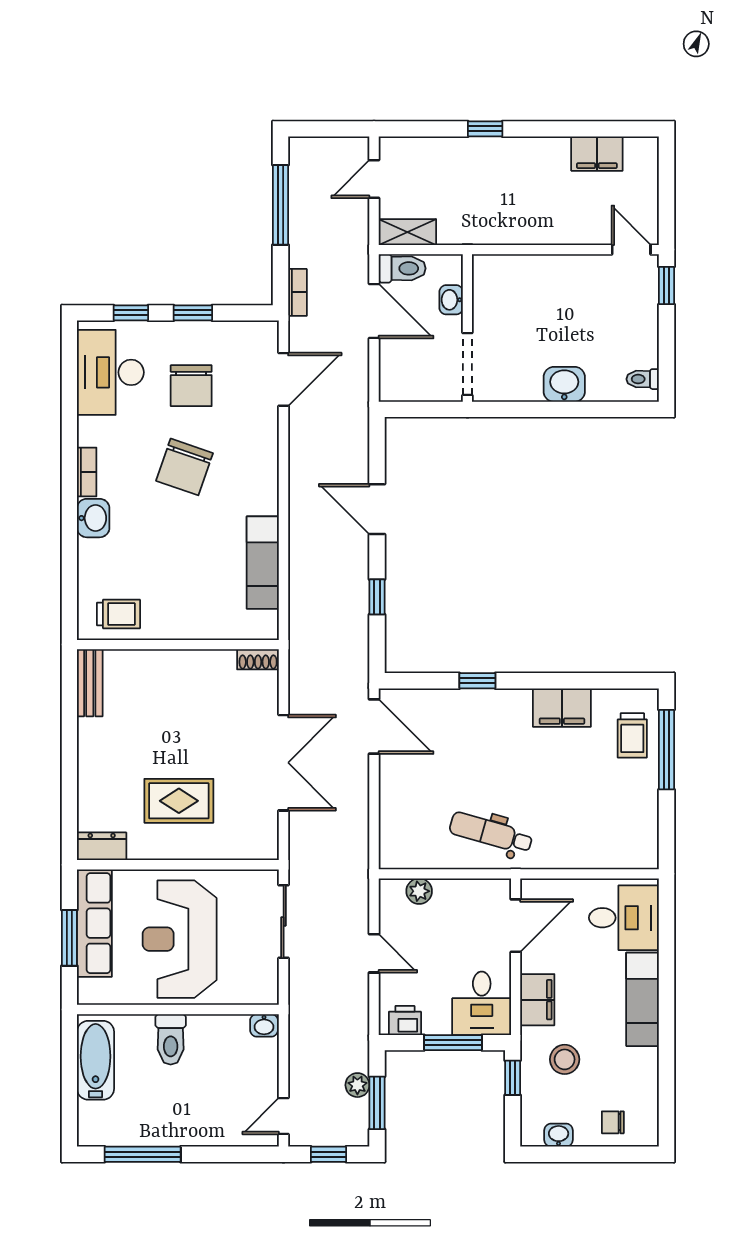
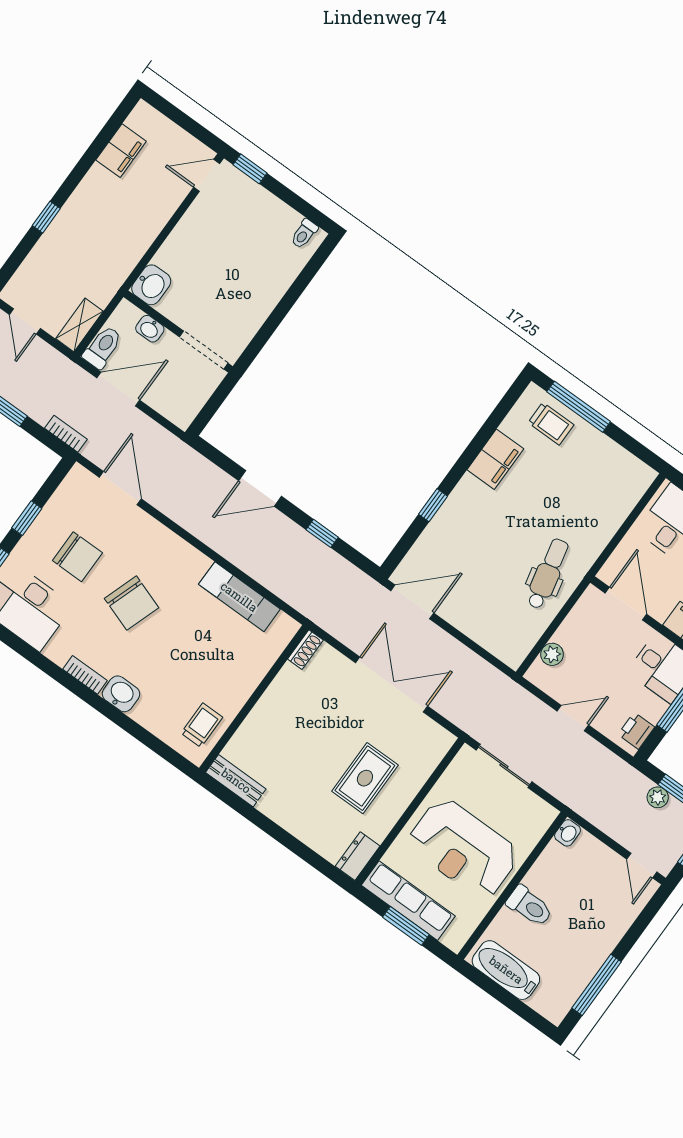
washbasin: (564, 384) -> (151, 285), moved, turned 180
dental chair: (491, 833) -> (548, 574), turned 151

